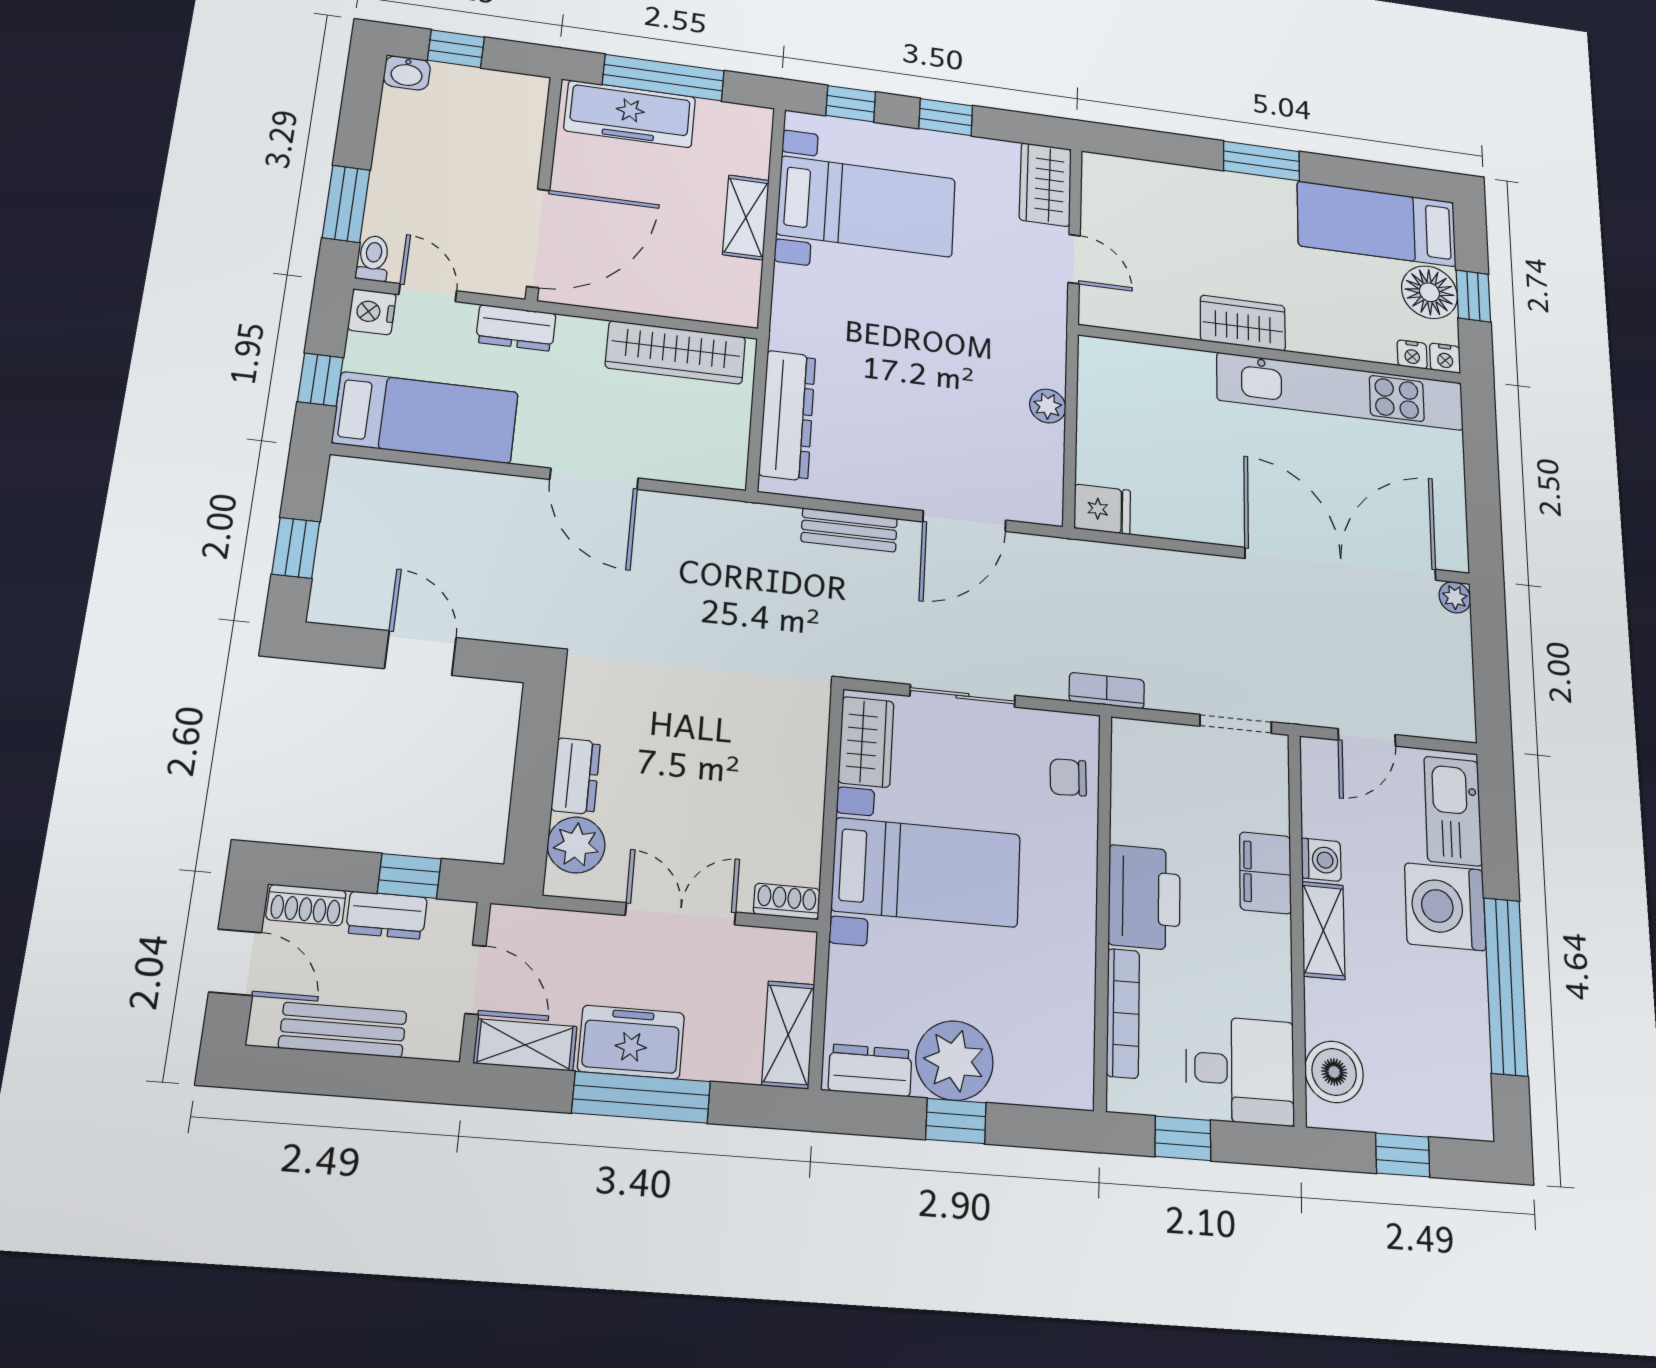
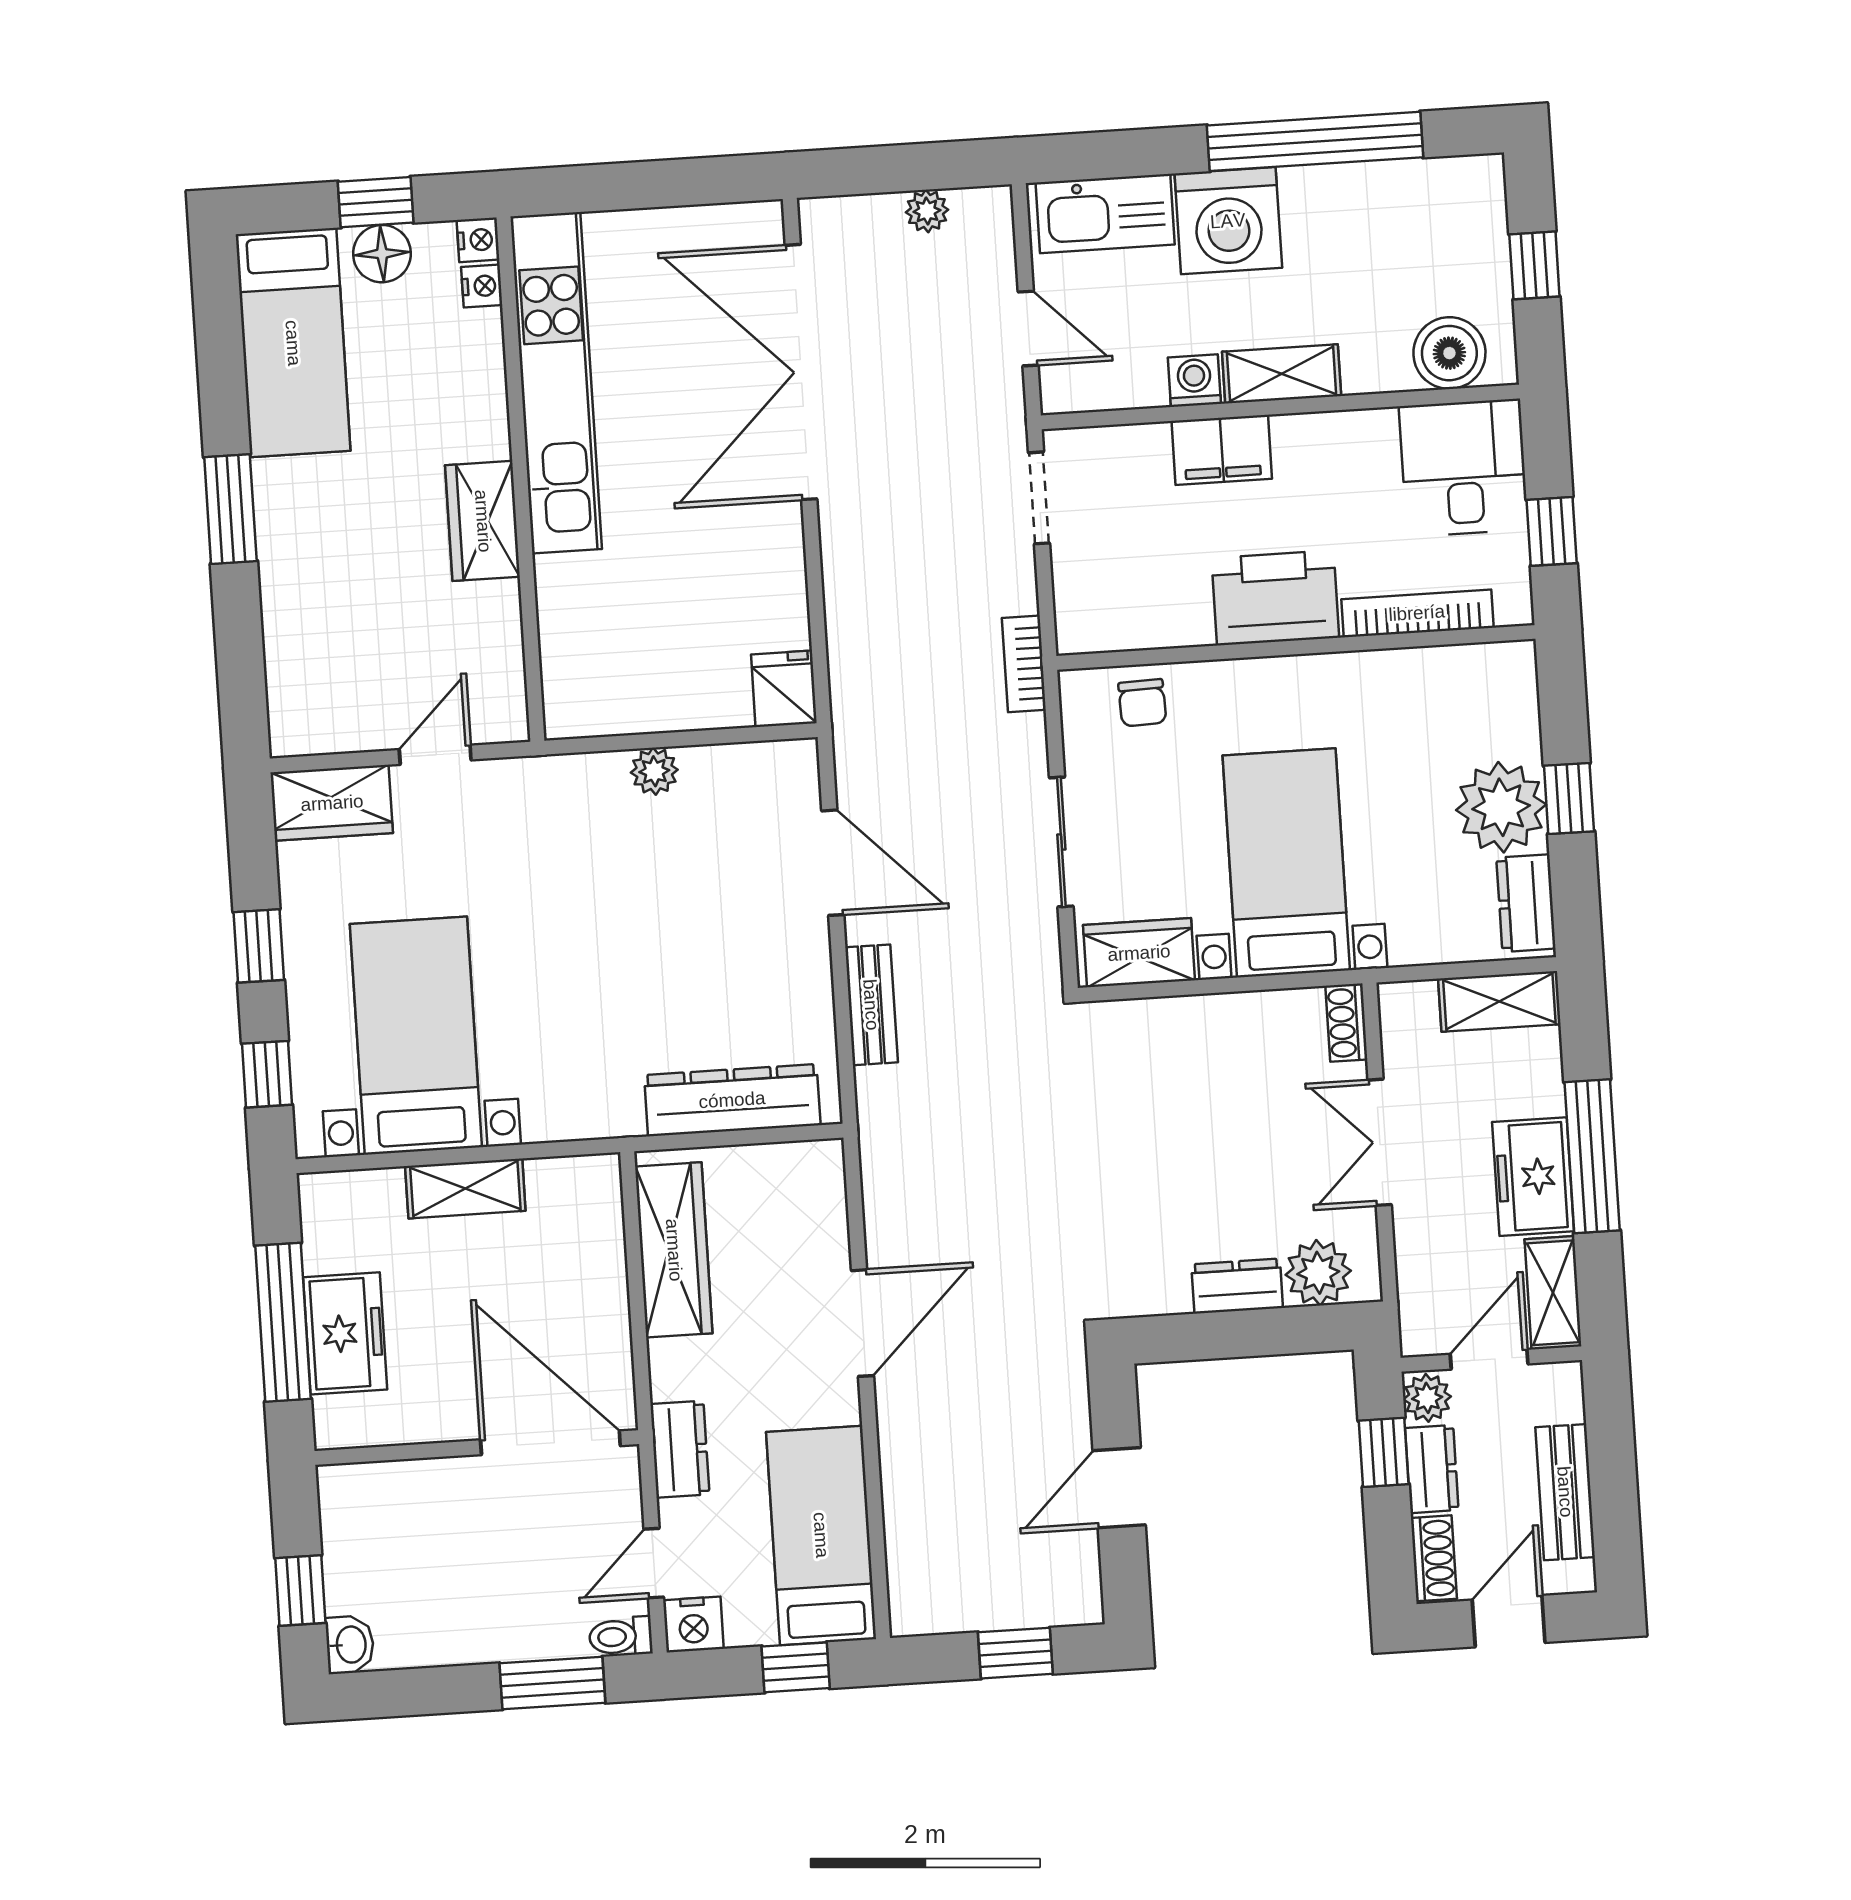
freezer: (630, 114) -> (345, 1333), width x0.71
floor lamp: (1429, 292) -> (382, 254), width x0.73, depth x0.73
plant: (1455, 597) -> (927, 211), moved
plant: (451, 921) -> (1427, 1398), added

